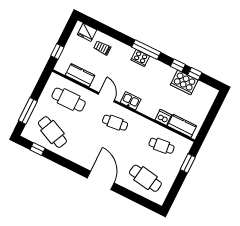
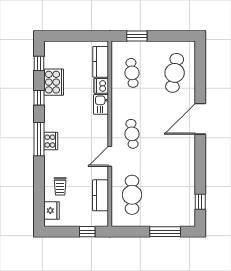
window: (195, 74) -> (39, 63), moved
kitchen sink: (131, 101) -> (101, 104), moved
cafe table: (52, 132) -> (175, 195), removed

